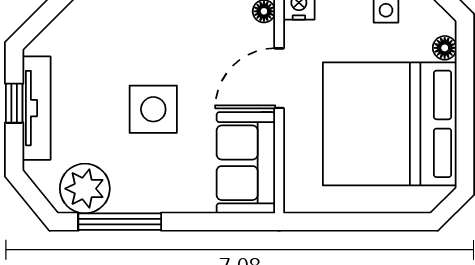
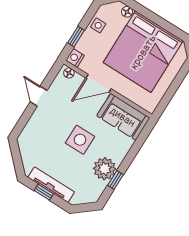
door: (279, 78) -> (99, 83), hinge flipped
plant: (85, 189) -> (105, 169), moved
window: (120, 222) -> (115, 180), width x0.46

